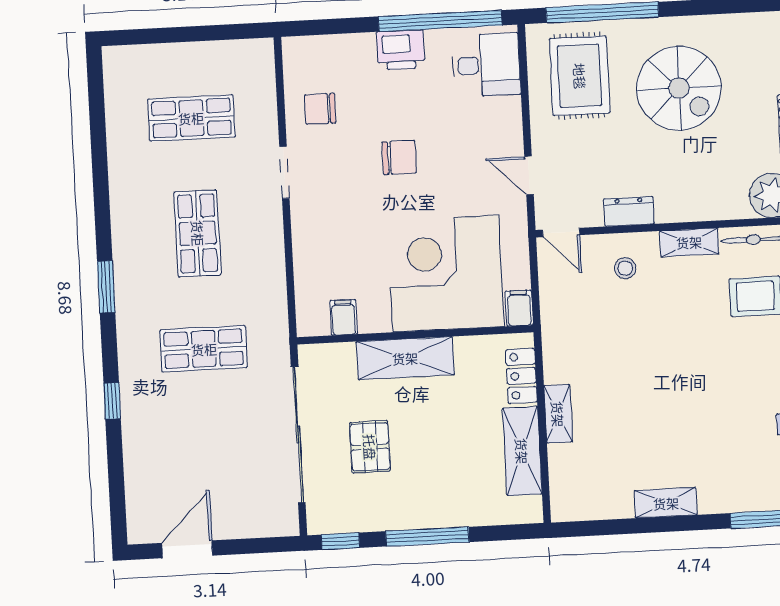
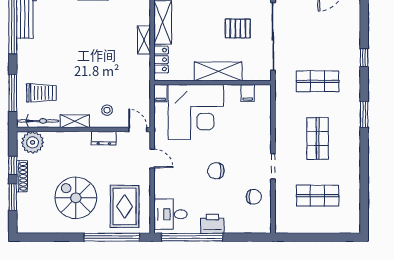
pallet: (370, 447) -> (238, 28), turned 90

